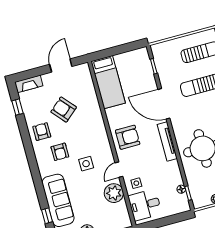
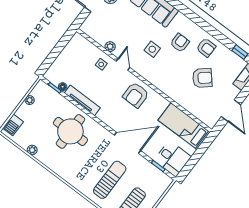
tv unit: (167, 142) -> (82, 100), moved
armchair: (60, 152) -> (180, 43), turned 90
plant: (114, 193) -> (110, 47), width x0.53, depth x0.53
desk: (145, 205) -> (173, 159), moved, turned 90

